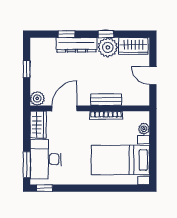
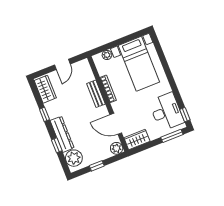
plant: (108, 47) -> (74, 158), moved
desk: (46, 159) -> (166, 112), moved, turned -90

